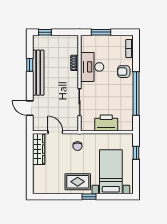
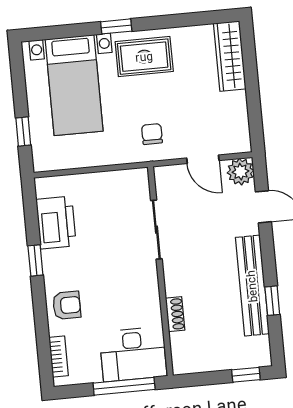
window: (101, 32) -> (124, 386), width x1.44
desk: (92, 67) -> (133, 354), moved, turned 90
window: (136, 93) -> (35, 260), width x0.32
printer: (106, 123) -> (56, 223), moved, turned -90
plant: (39, 125) -> (240, 172), added
wardrobe: (39, 149) -> (230, 56), moved

